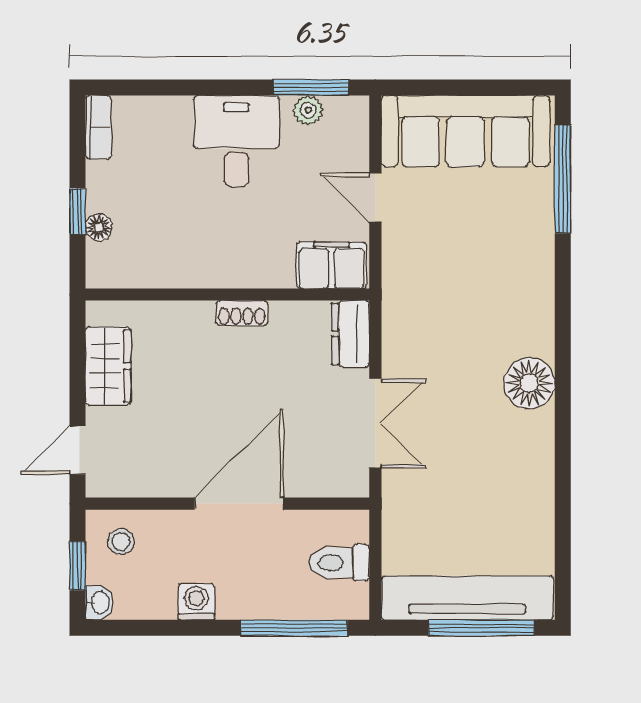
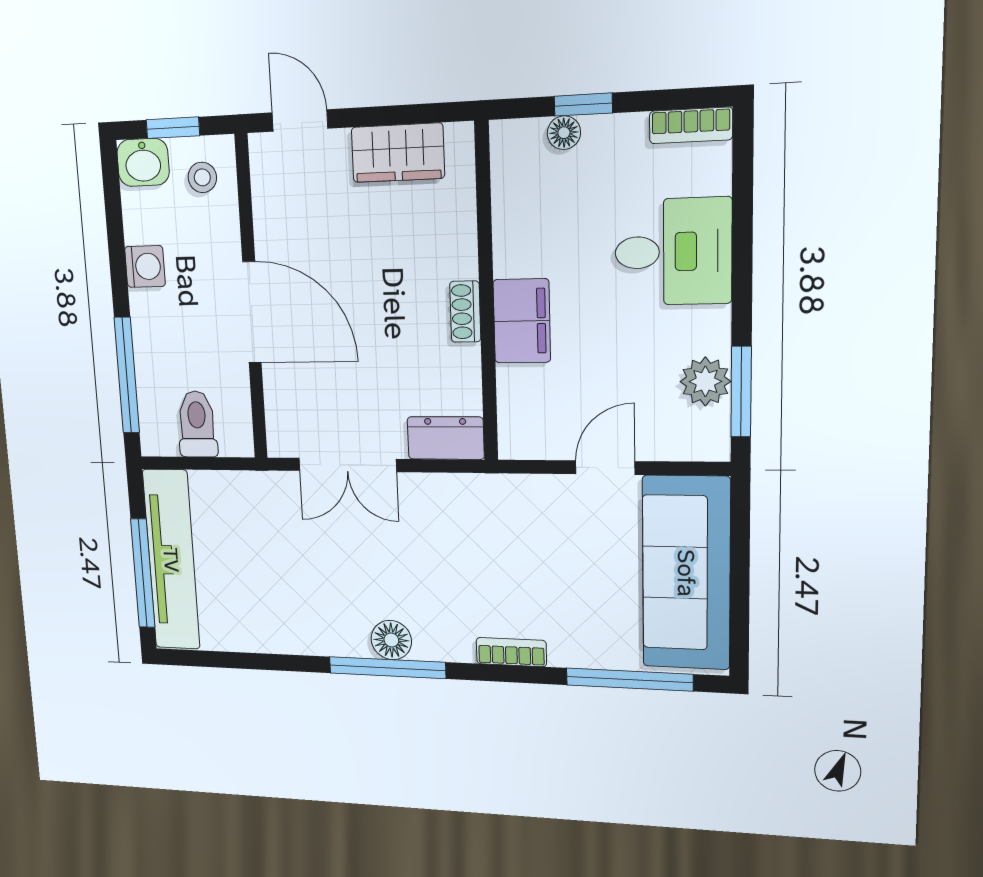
plant: (308, 110) -> (705, 381), width x1.38, depth x1.38
desk: (236, 141) -> (673, 252), moved
filing cabinet: (331, 265) -> (522, 321), moved
bookcase: (543, 282) -> (511, 652), added
floor lamp: (529, 383) -> (391, 640), width x0.73, depth x0.73
window: (563, 395) -> (387, 668), added
washbasin: (99, 603) -> (143, 162), width x1.38, depth x1.45

